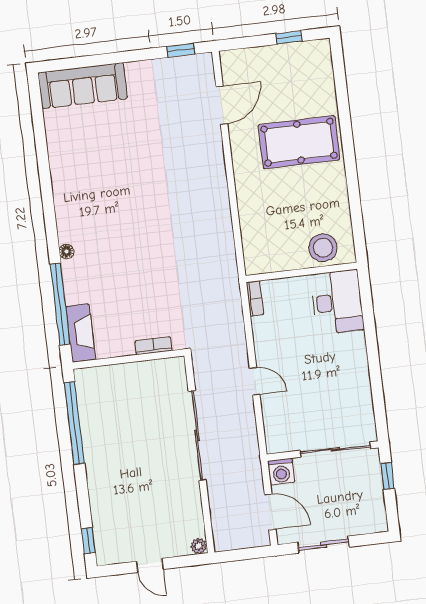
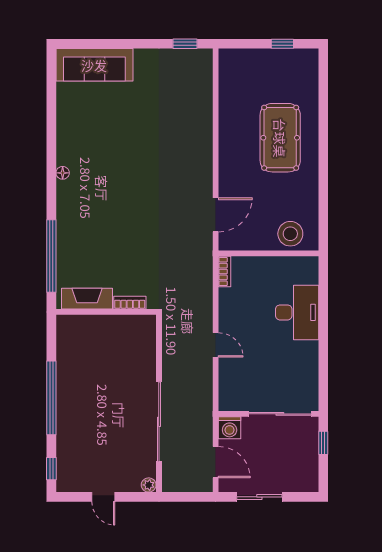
door: (222, 105) -> (216, 215), moved
pool table: (299, 142) -> (280, 138), turned 90
floor lamp: (66, 251) -> (63, 173), moved
desk: (337, 302) -> (297, 312), moved
fireplace: (81, 333) -> (87, 299), moved, turned -90
window: (74, 423) -> (51, 398), moved
sliding door: (197, 435) -> (159, 422), moved

